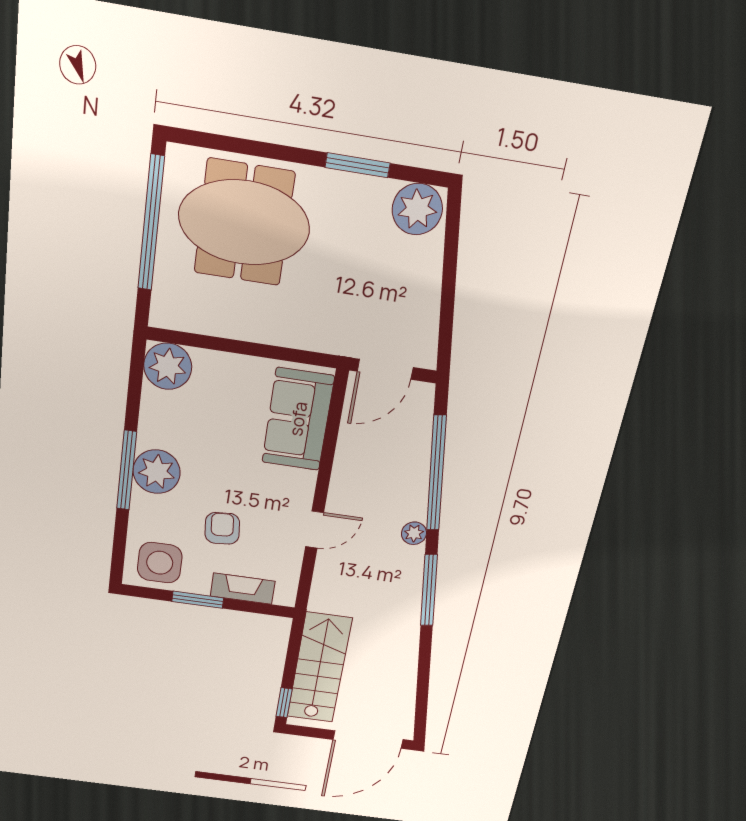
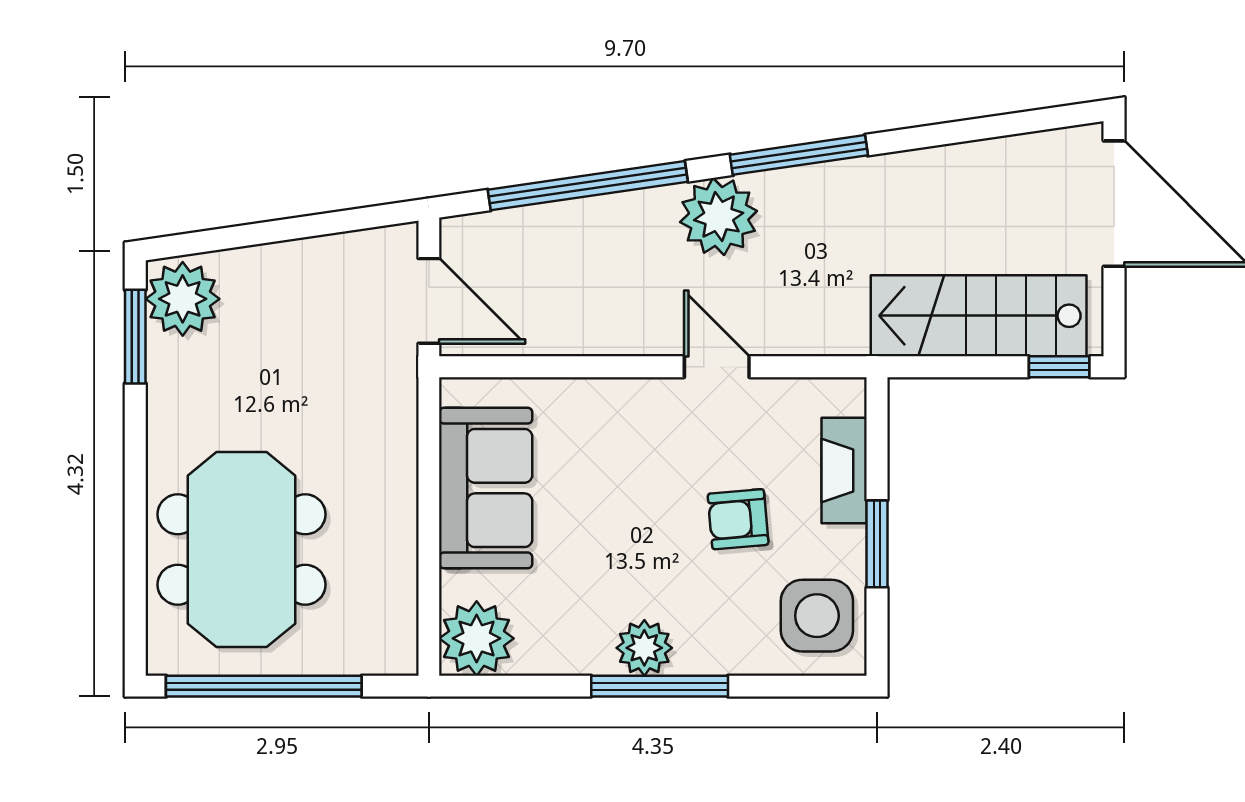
window: (358, 165) -> (135, 337), moved
sofa: (298, 419) -> (486, 488), moved, turned -90
plant: (157, 472) -> (644, 648), width x0.73, depth x0.73
plant: (414, 533) -> (719, 217), width x1.87, depth x1.87

